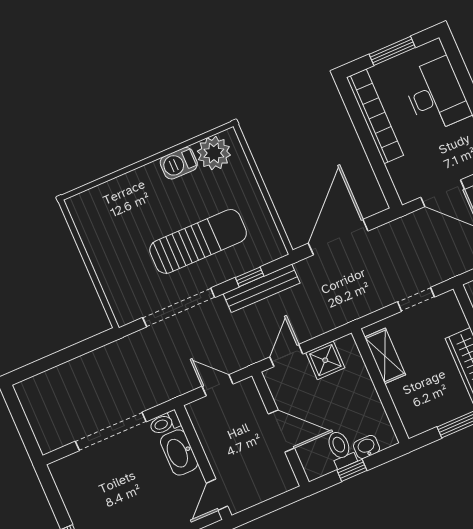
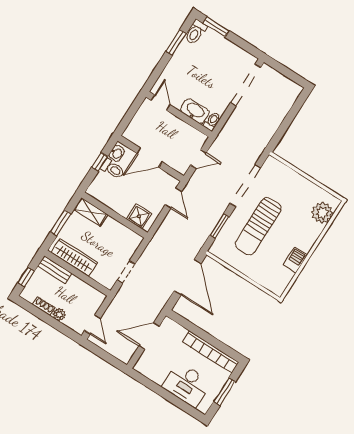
plant: (214, 153) -> (322, 213), moved
window: (250, 277) -> (220, 226), width x1.50
bench: (262, 288) -> (209, 224), removed
shelving: (385, 356) -> (91, 212), moved
shower: (325, 360) -> (139, 216), moved
doorway: (111, 431) -> (246, 85), moved
washbasin: (367, 447) -> (117, 153), moved

